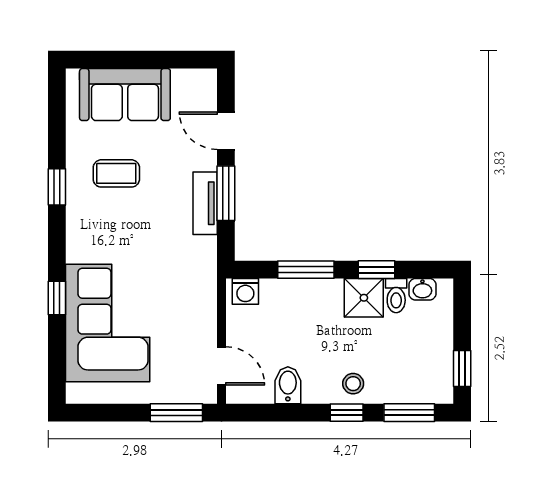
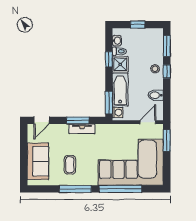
door: (226, 131) -> (42, 120), moved
window: (57, 187) -> (75, 189), width x2.17
window: (306, 270) -> (109, 103), moved
window: (57, 298) -> (120, 189), width x3.17
bathtub: (301, 298) -> (120, 90), added
corner sofa: (108, 323) -> (130, 162), width x1.36, depth x1.36
window: (462, 369) -> (138, 25), moved

